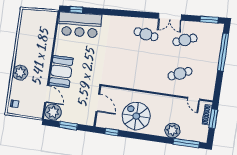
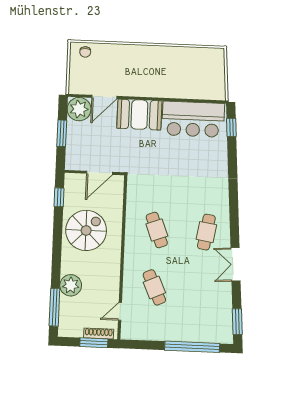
bar counter: (80, 25) -> (193, 119), moved, turned -86
cafe table: (185, 40) -> (157, 230), moved
plant: (20, 73) -> (131, 55), removed

